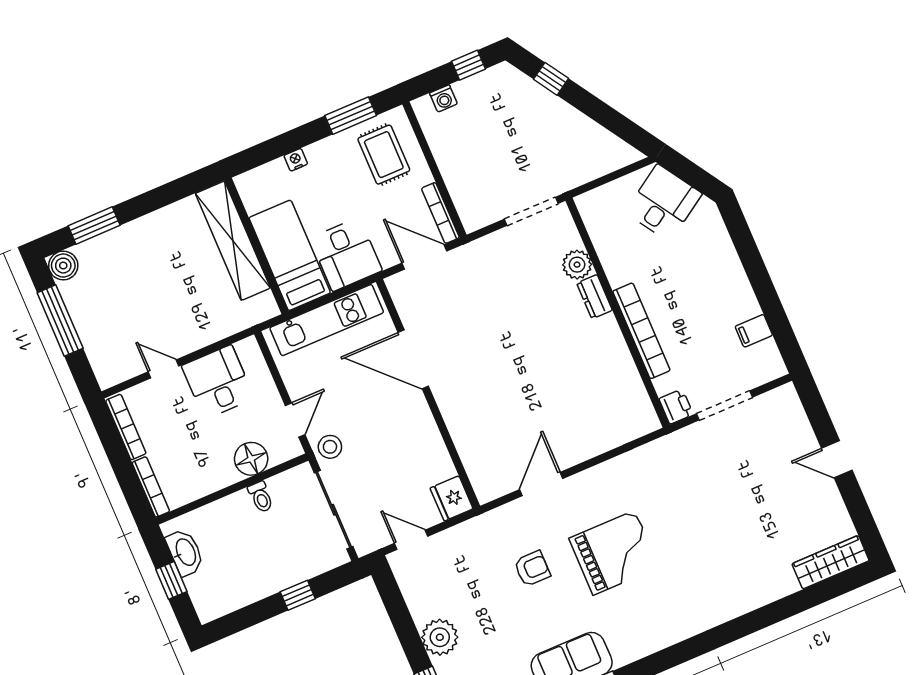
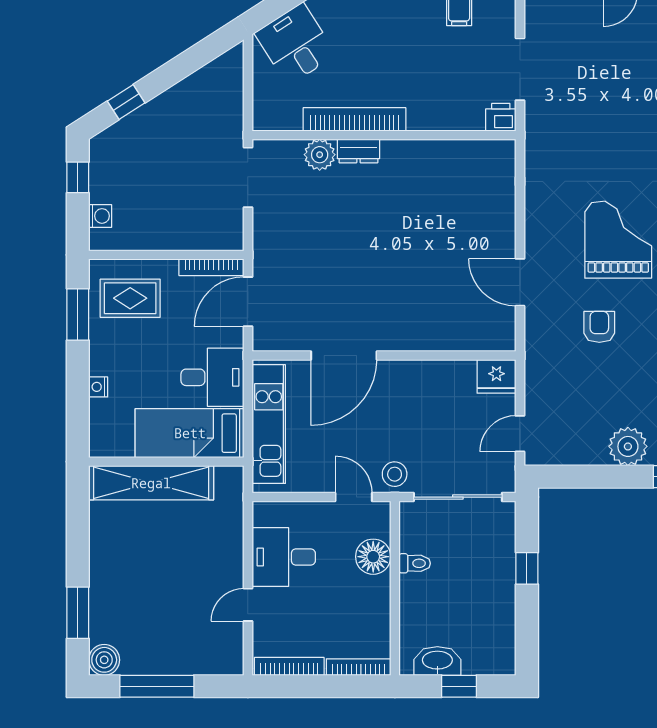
bookcase: (641, 331) -> (355, 119), moved

